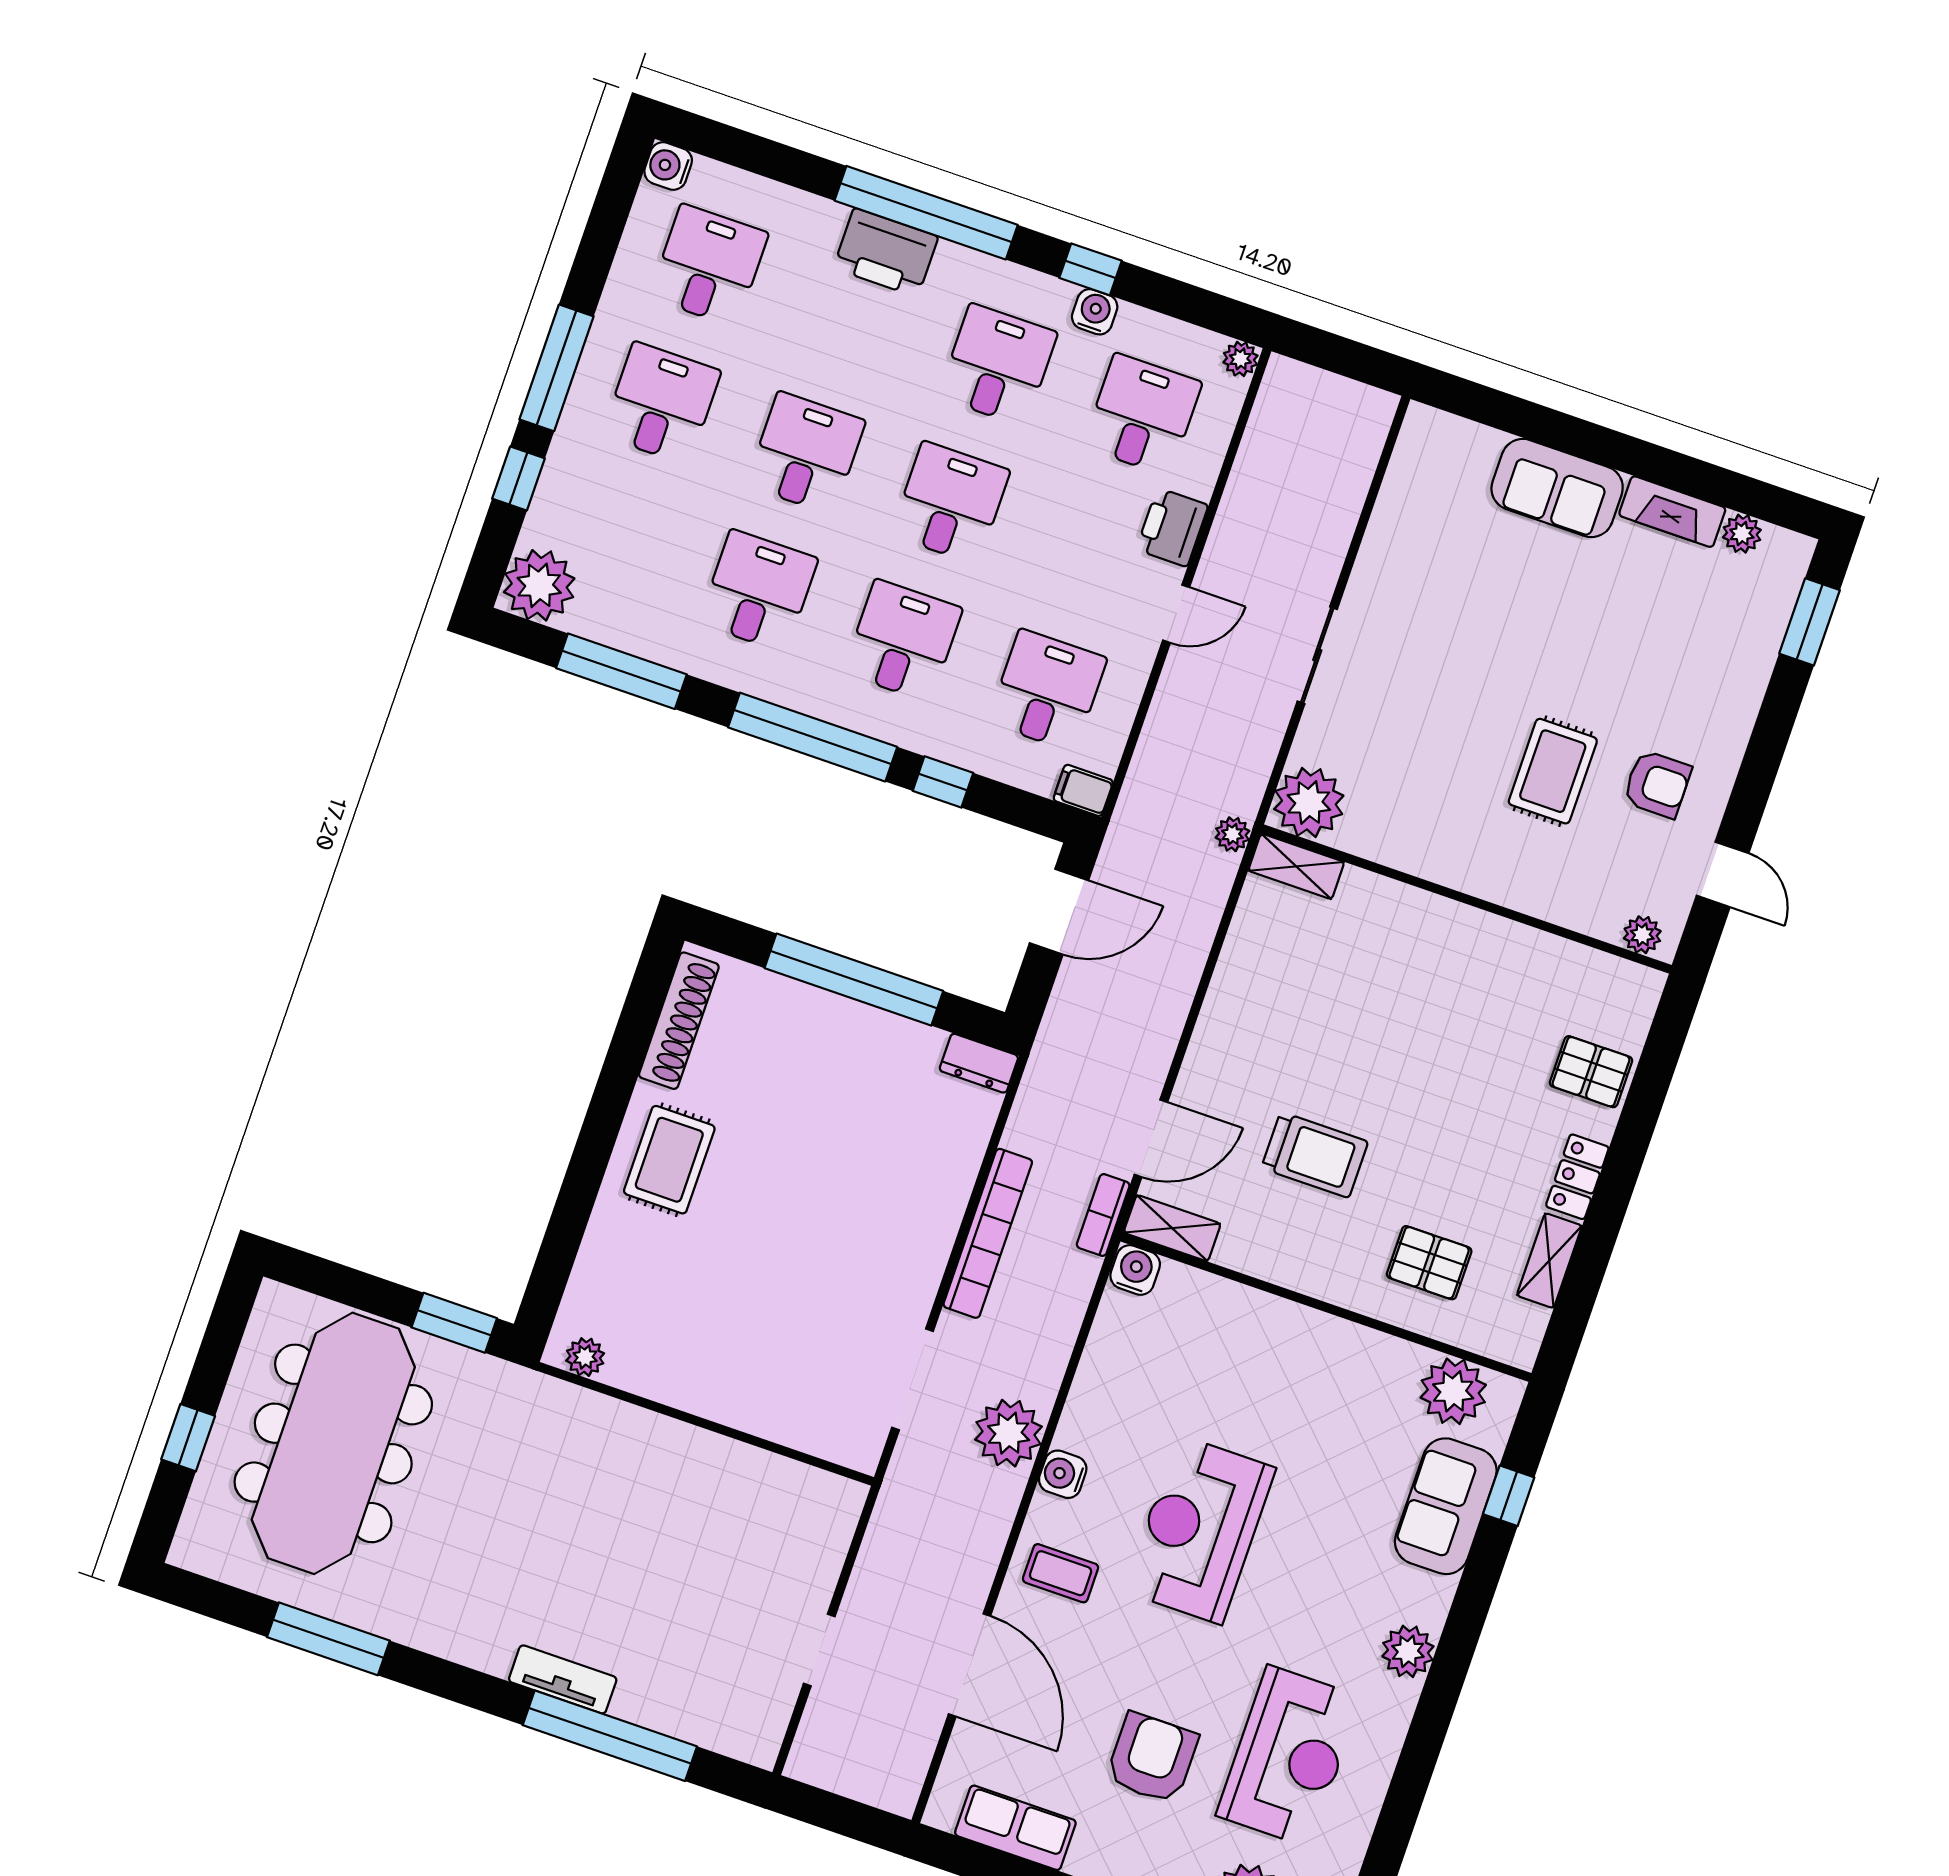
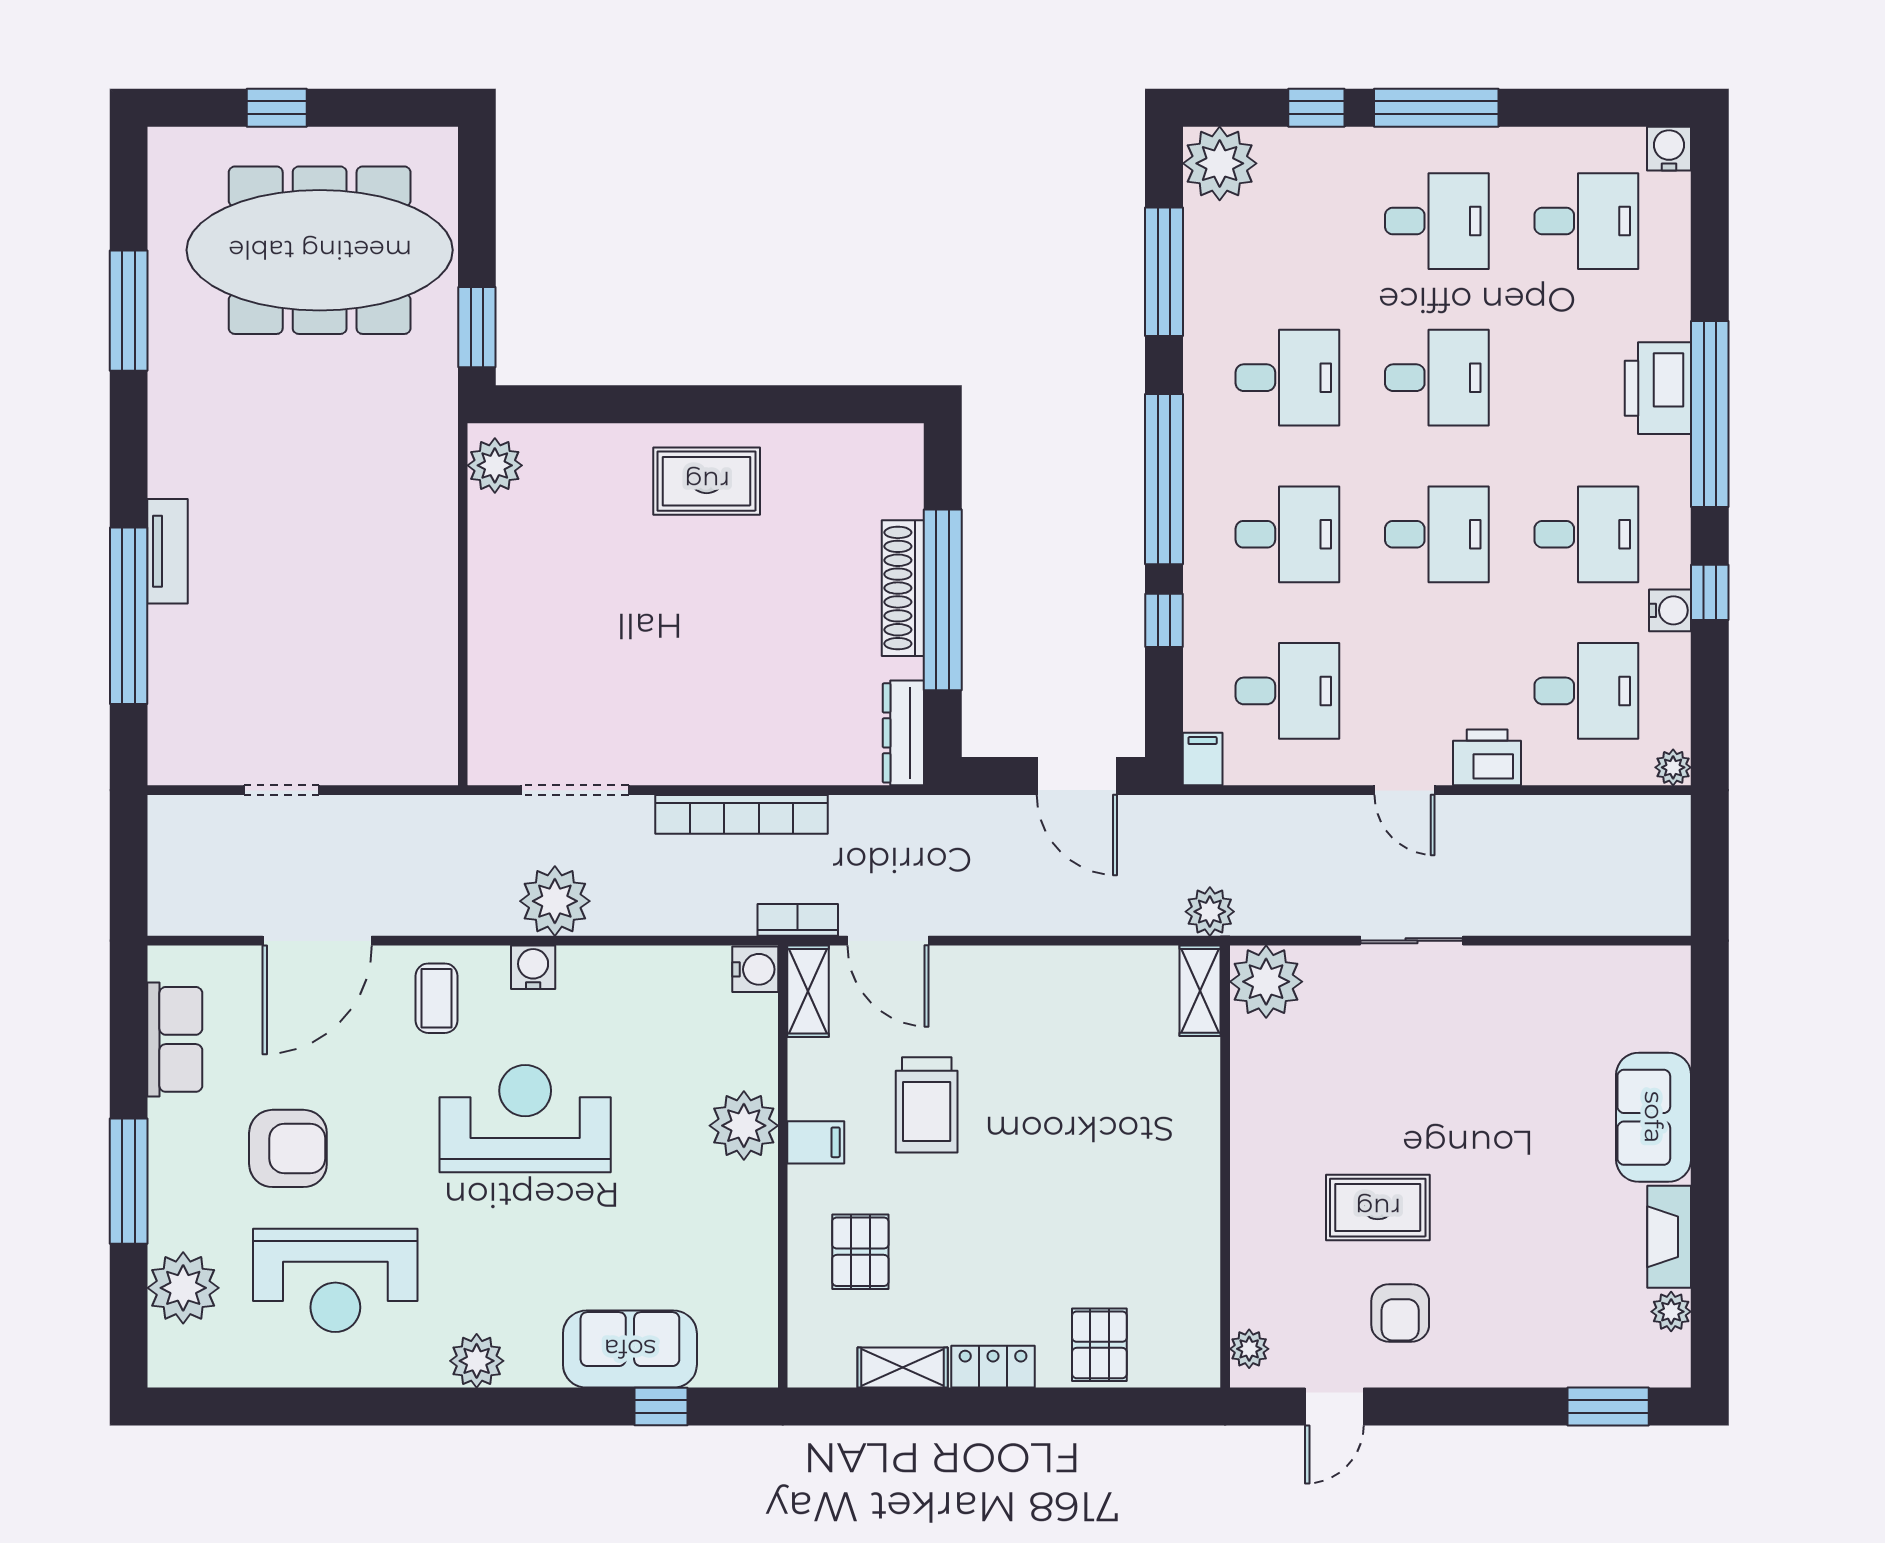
plant: (1232, 834) -> (1210, 912), width x1.38, depth x1.38
shoe rack: (679, 1021) -> (903, 588), moved, turned 90
dresser: (979, 1063) -> (903, 733), width x1.44
filing cabinet: (1314, 1269) -> (816, 1142), added
plant: (585, 1357) -> (495, 465), width x1.38, depth x1.38
plant: (1453, 1391) -> (744, 1126), moved

